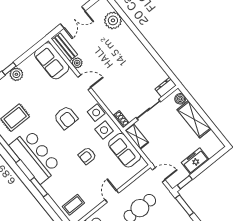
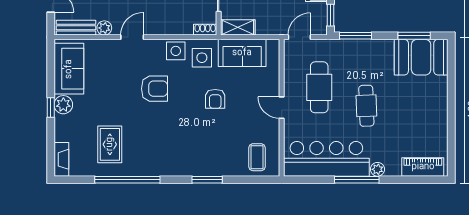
sofa: (52, 61) -> (69, 69), moved, turned -90
bar counter: (35, 156) -> (170, 157), removed

